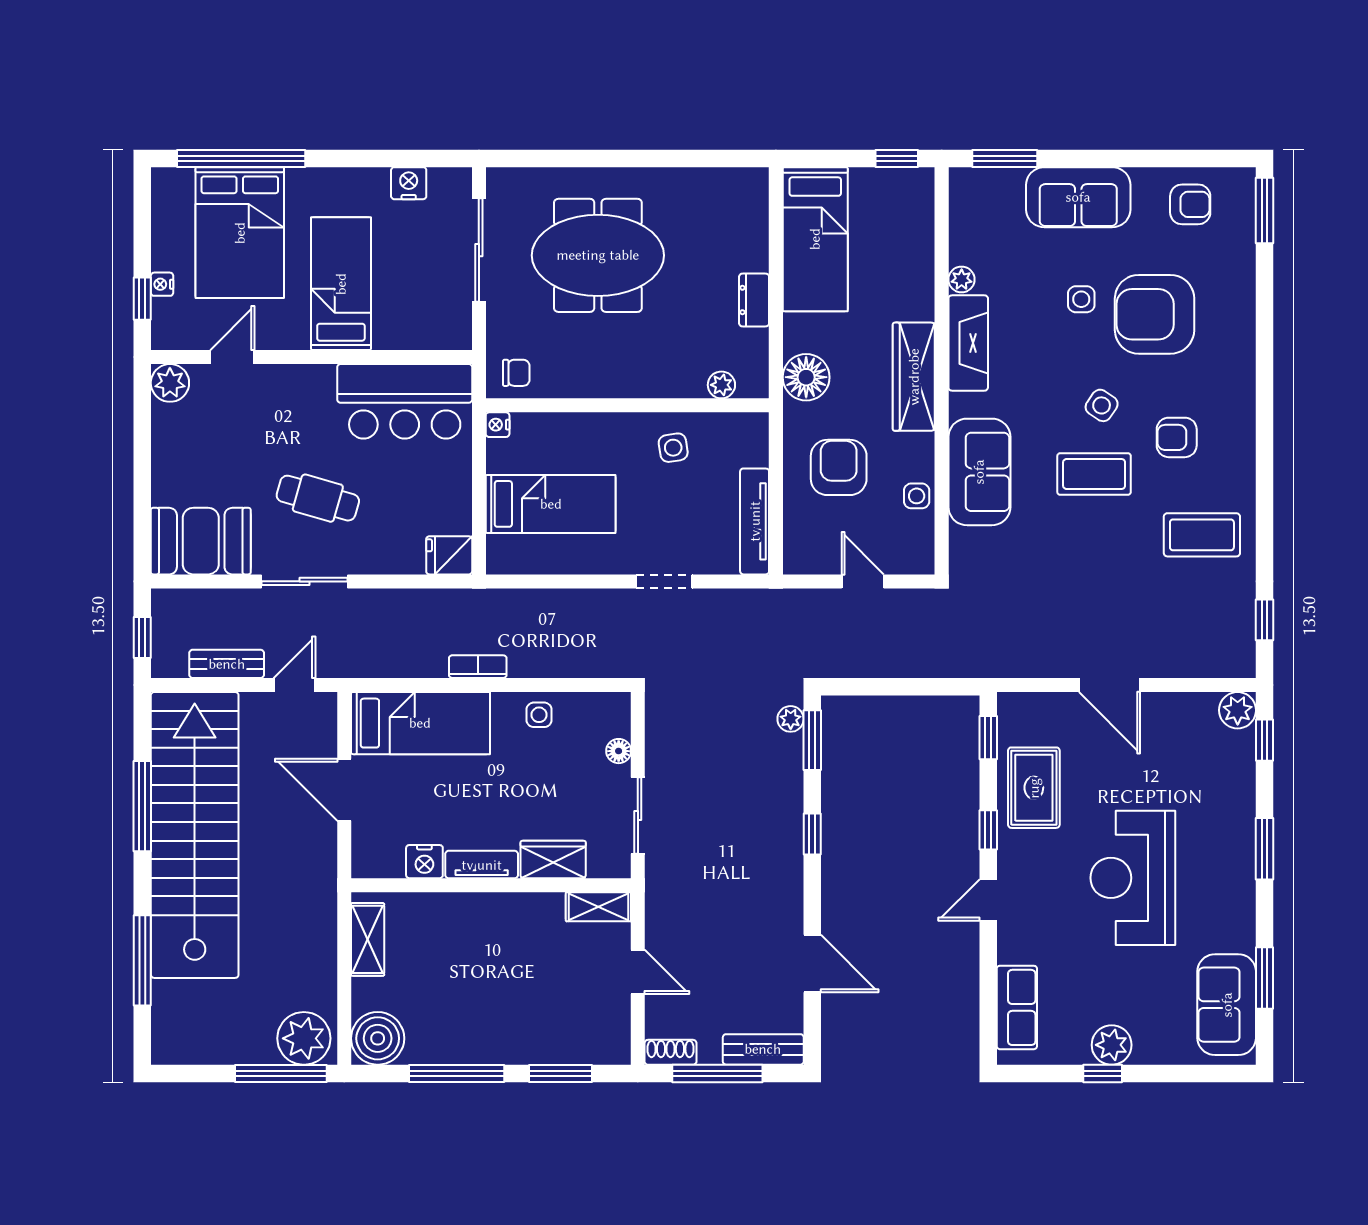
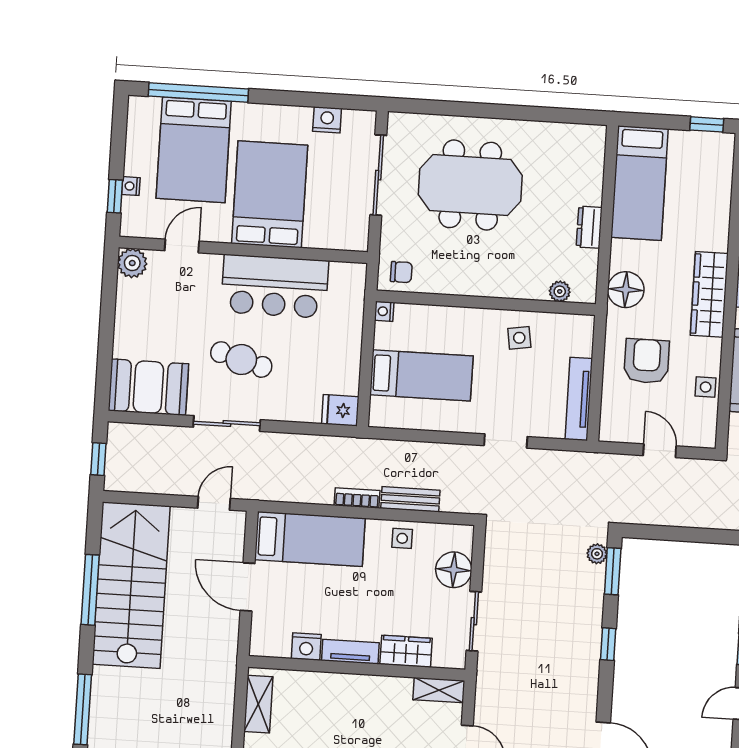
bed: (341, 284) -> (270, 194), width x1.50
bar counter: (405, 401) -> (275, 286), moved
bench: (227, 664) -> (410, 499), moved
floor lamp: (619, 751) -> (454, 570), width x1.89, depth x1.89
stairs: (195, 835) -> (131, 585), width x0.73

